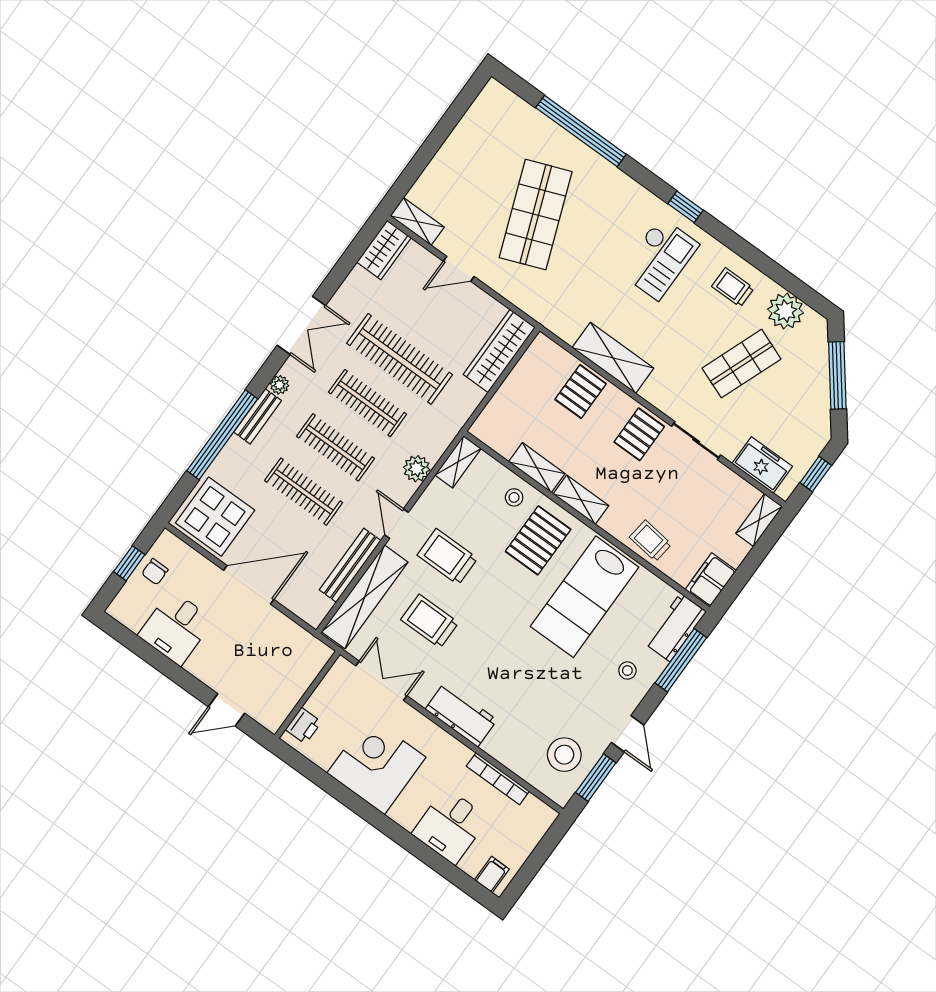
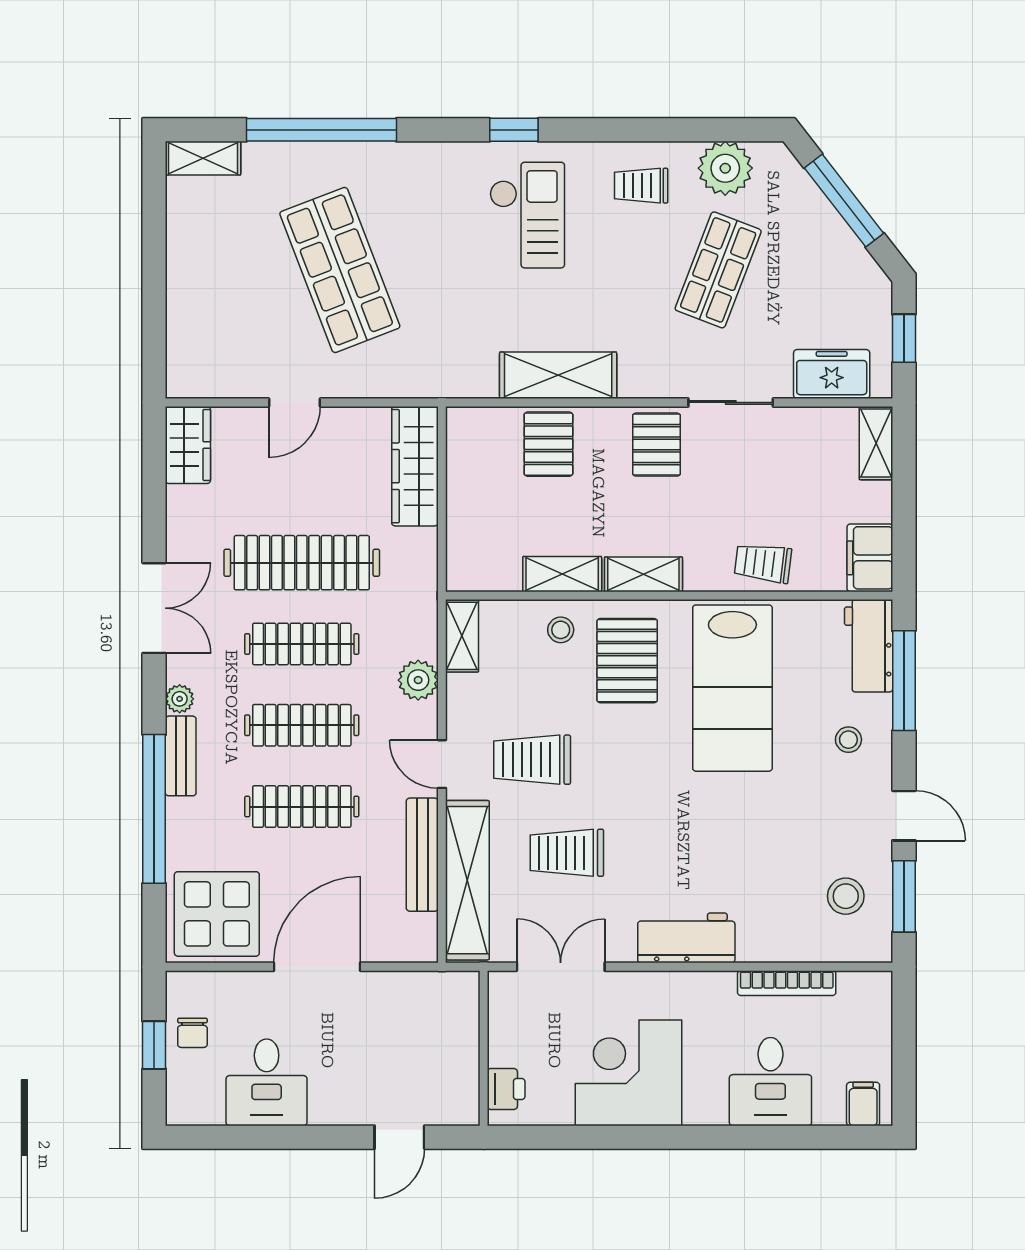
shelving: (417, 222) -> (203, 158), moved
stool: (564, 755) -> (846, 896), width x0.73, depth x0.73

